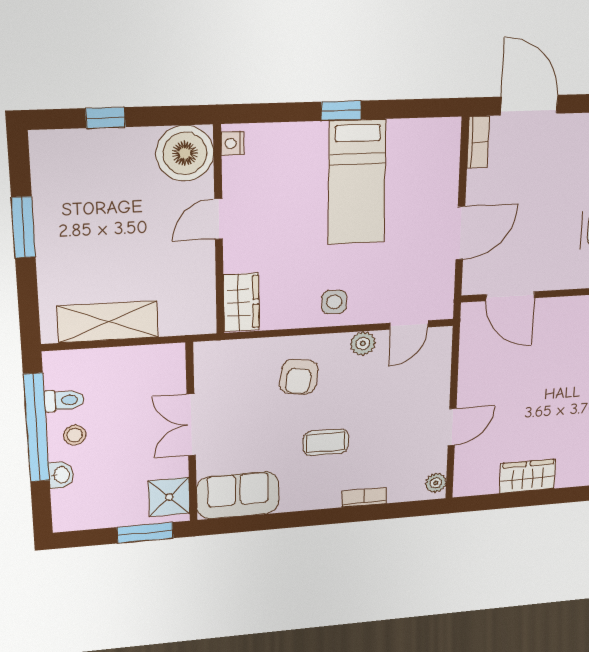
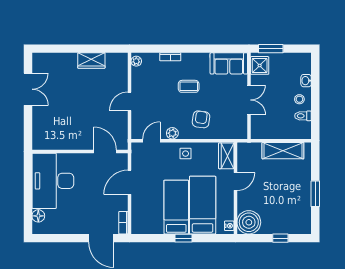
bed: (296, 189) -> (203, 205), added
door: (219, 219) -> (235, 182), moved
door: (452, 427) -> (130, 101), moved
window: (36, 428) -> (315, 104), removed

